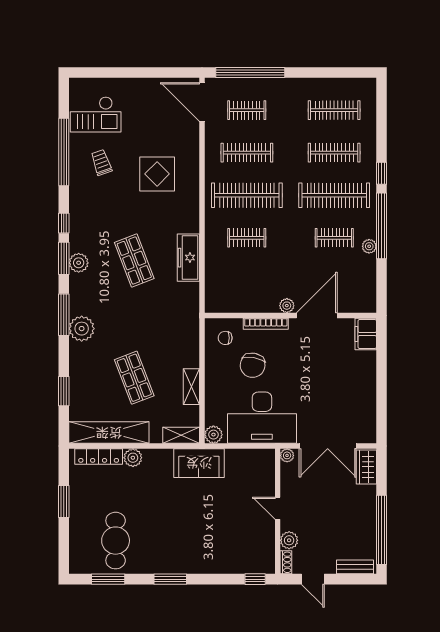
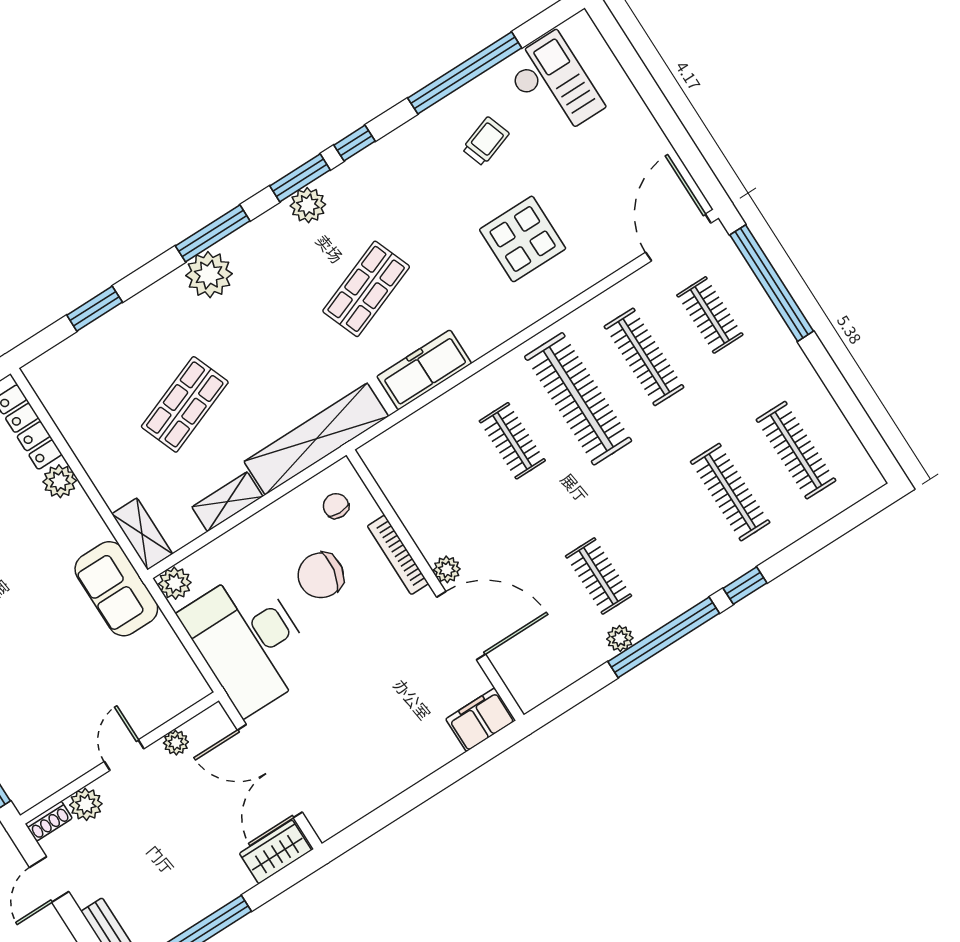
checkout: (96, 114) -> (554, 85), turned 180
clothes rail: (334, 195) -> (664, 534), removed
shelving: (109, 433) -> (316, 439), moved, turned 90
plant: (287, 455) -> (176, 743), moved

